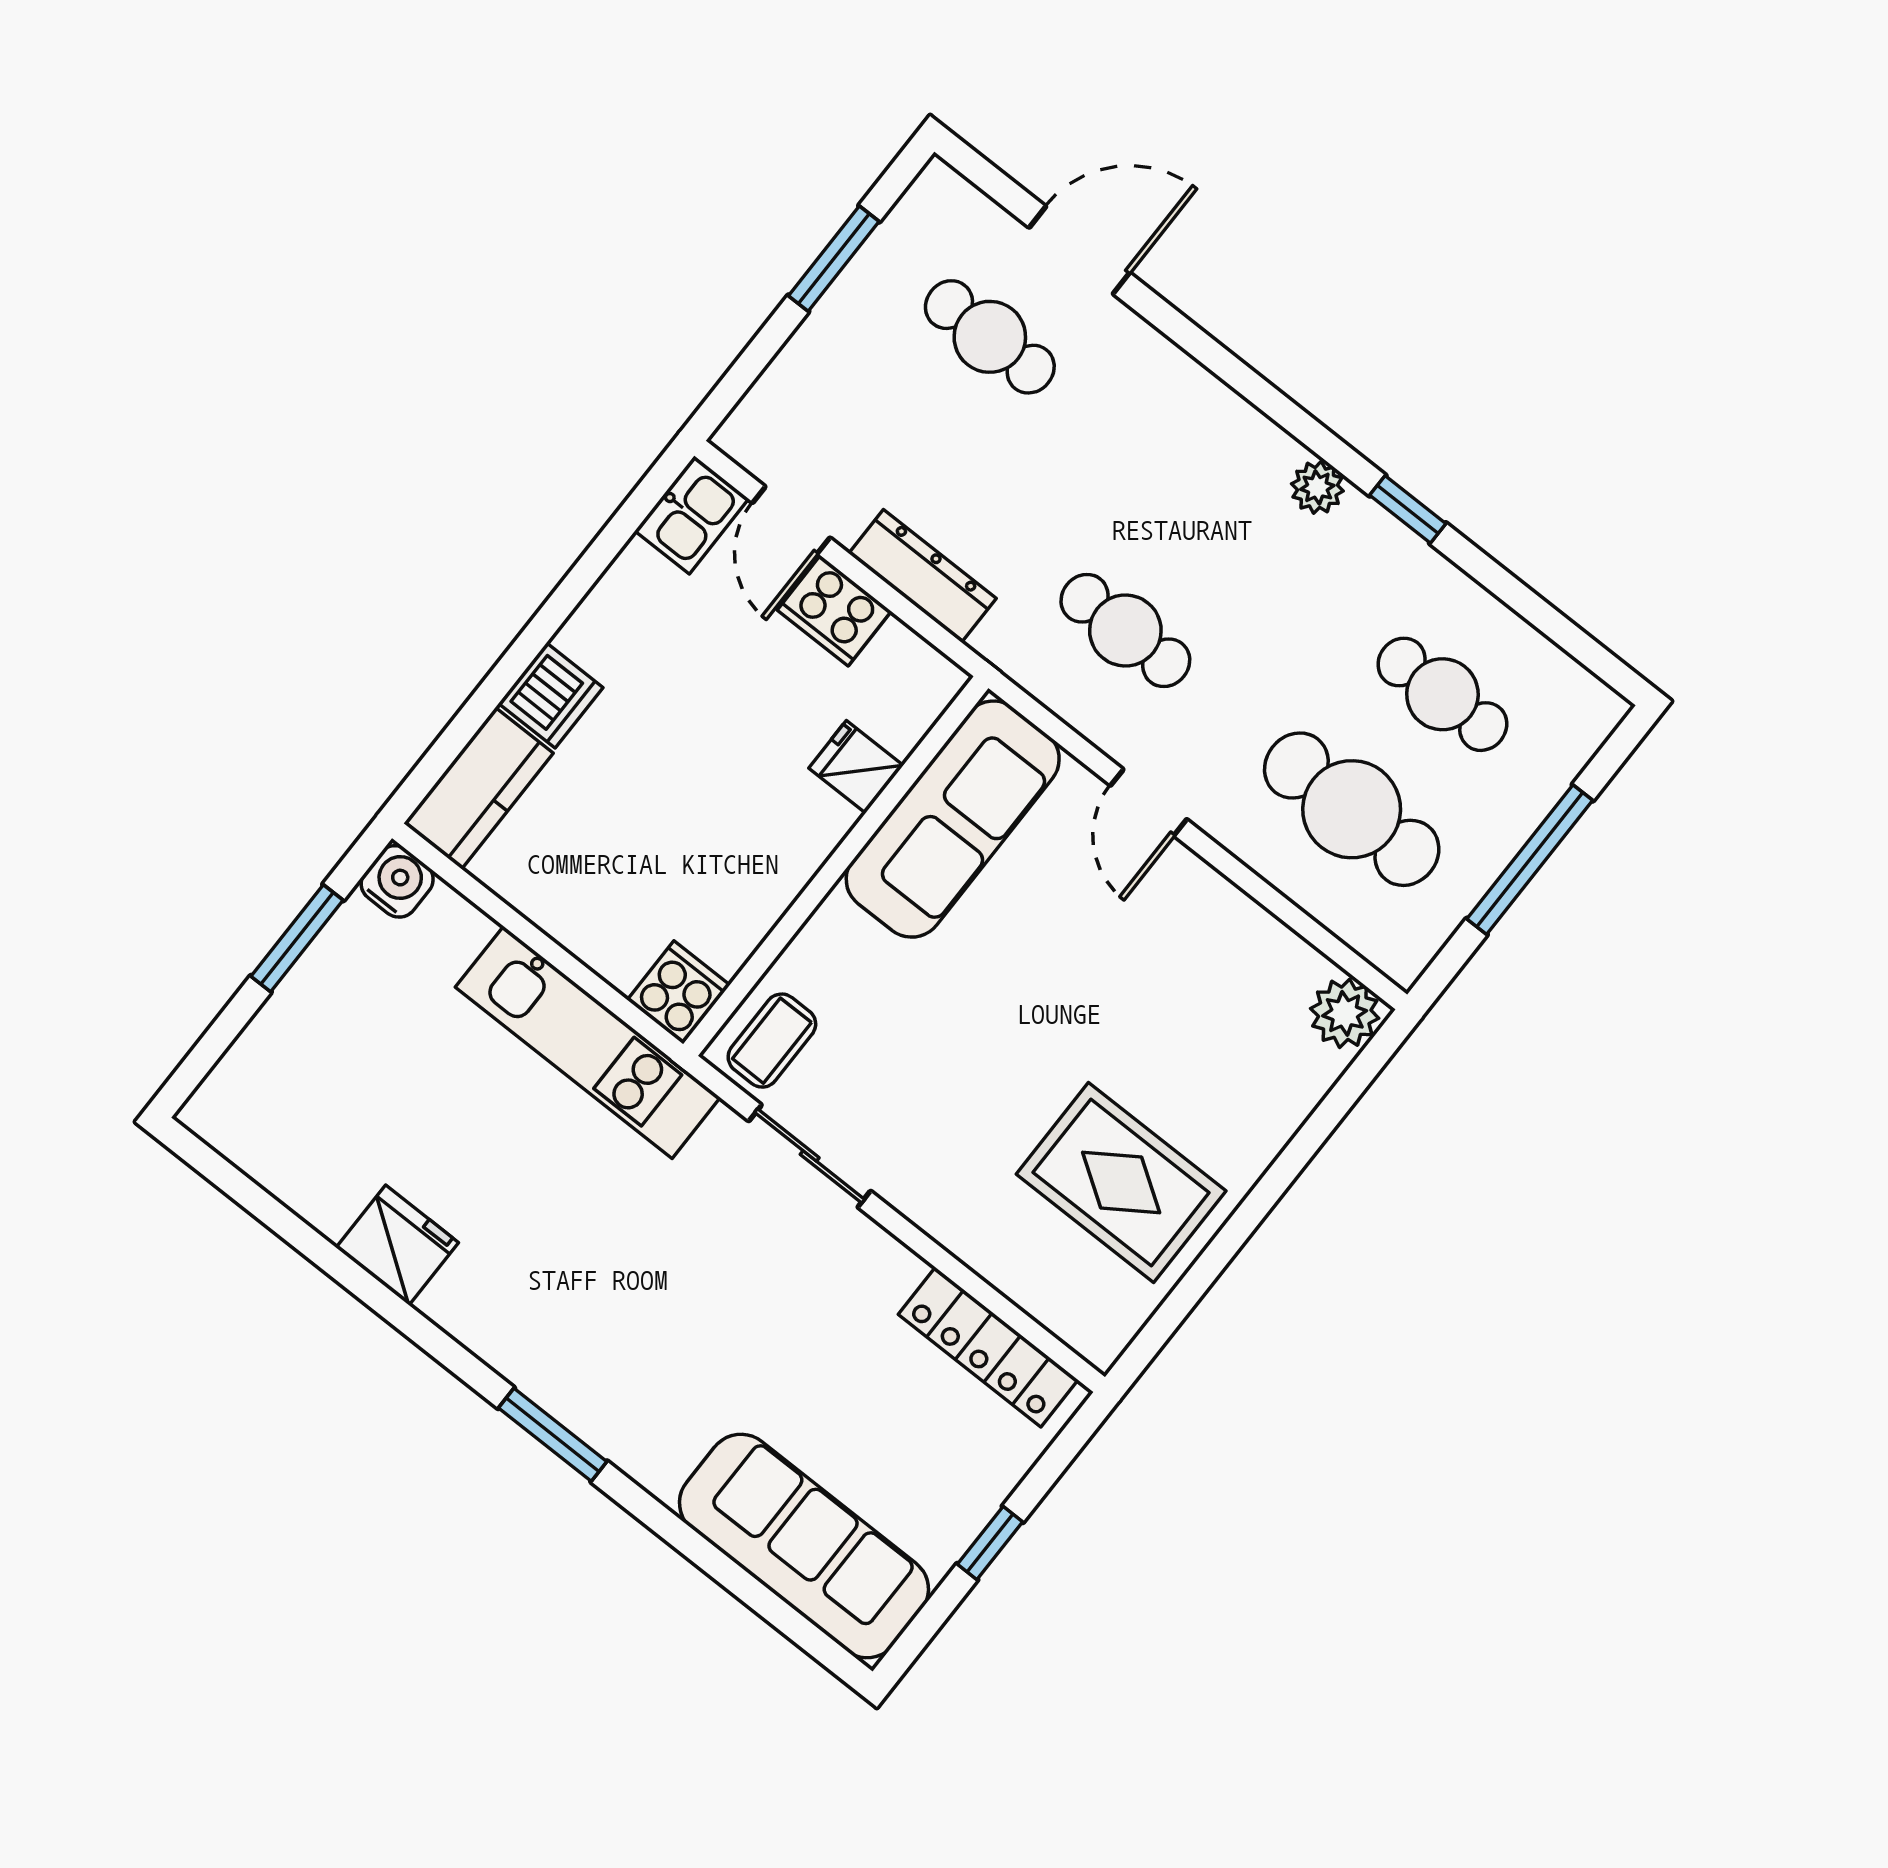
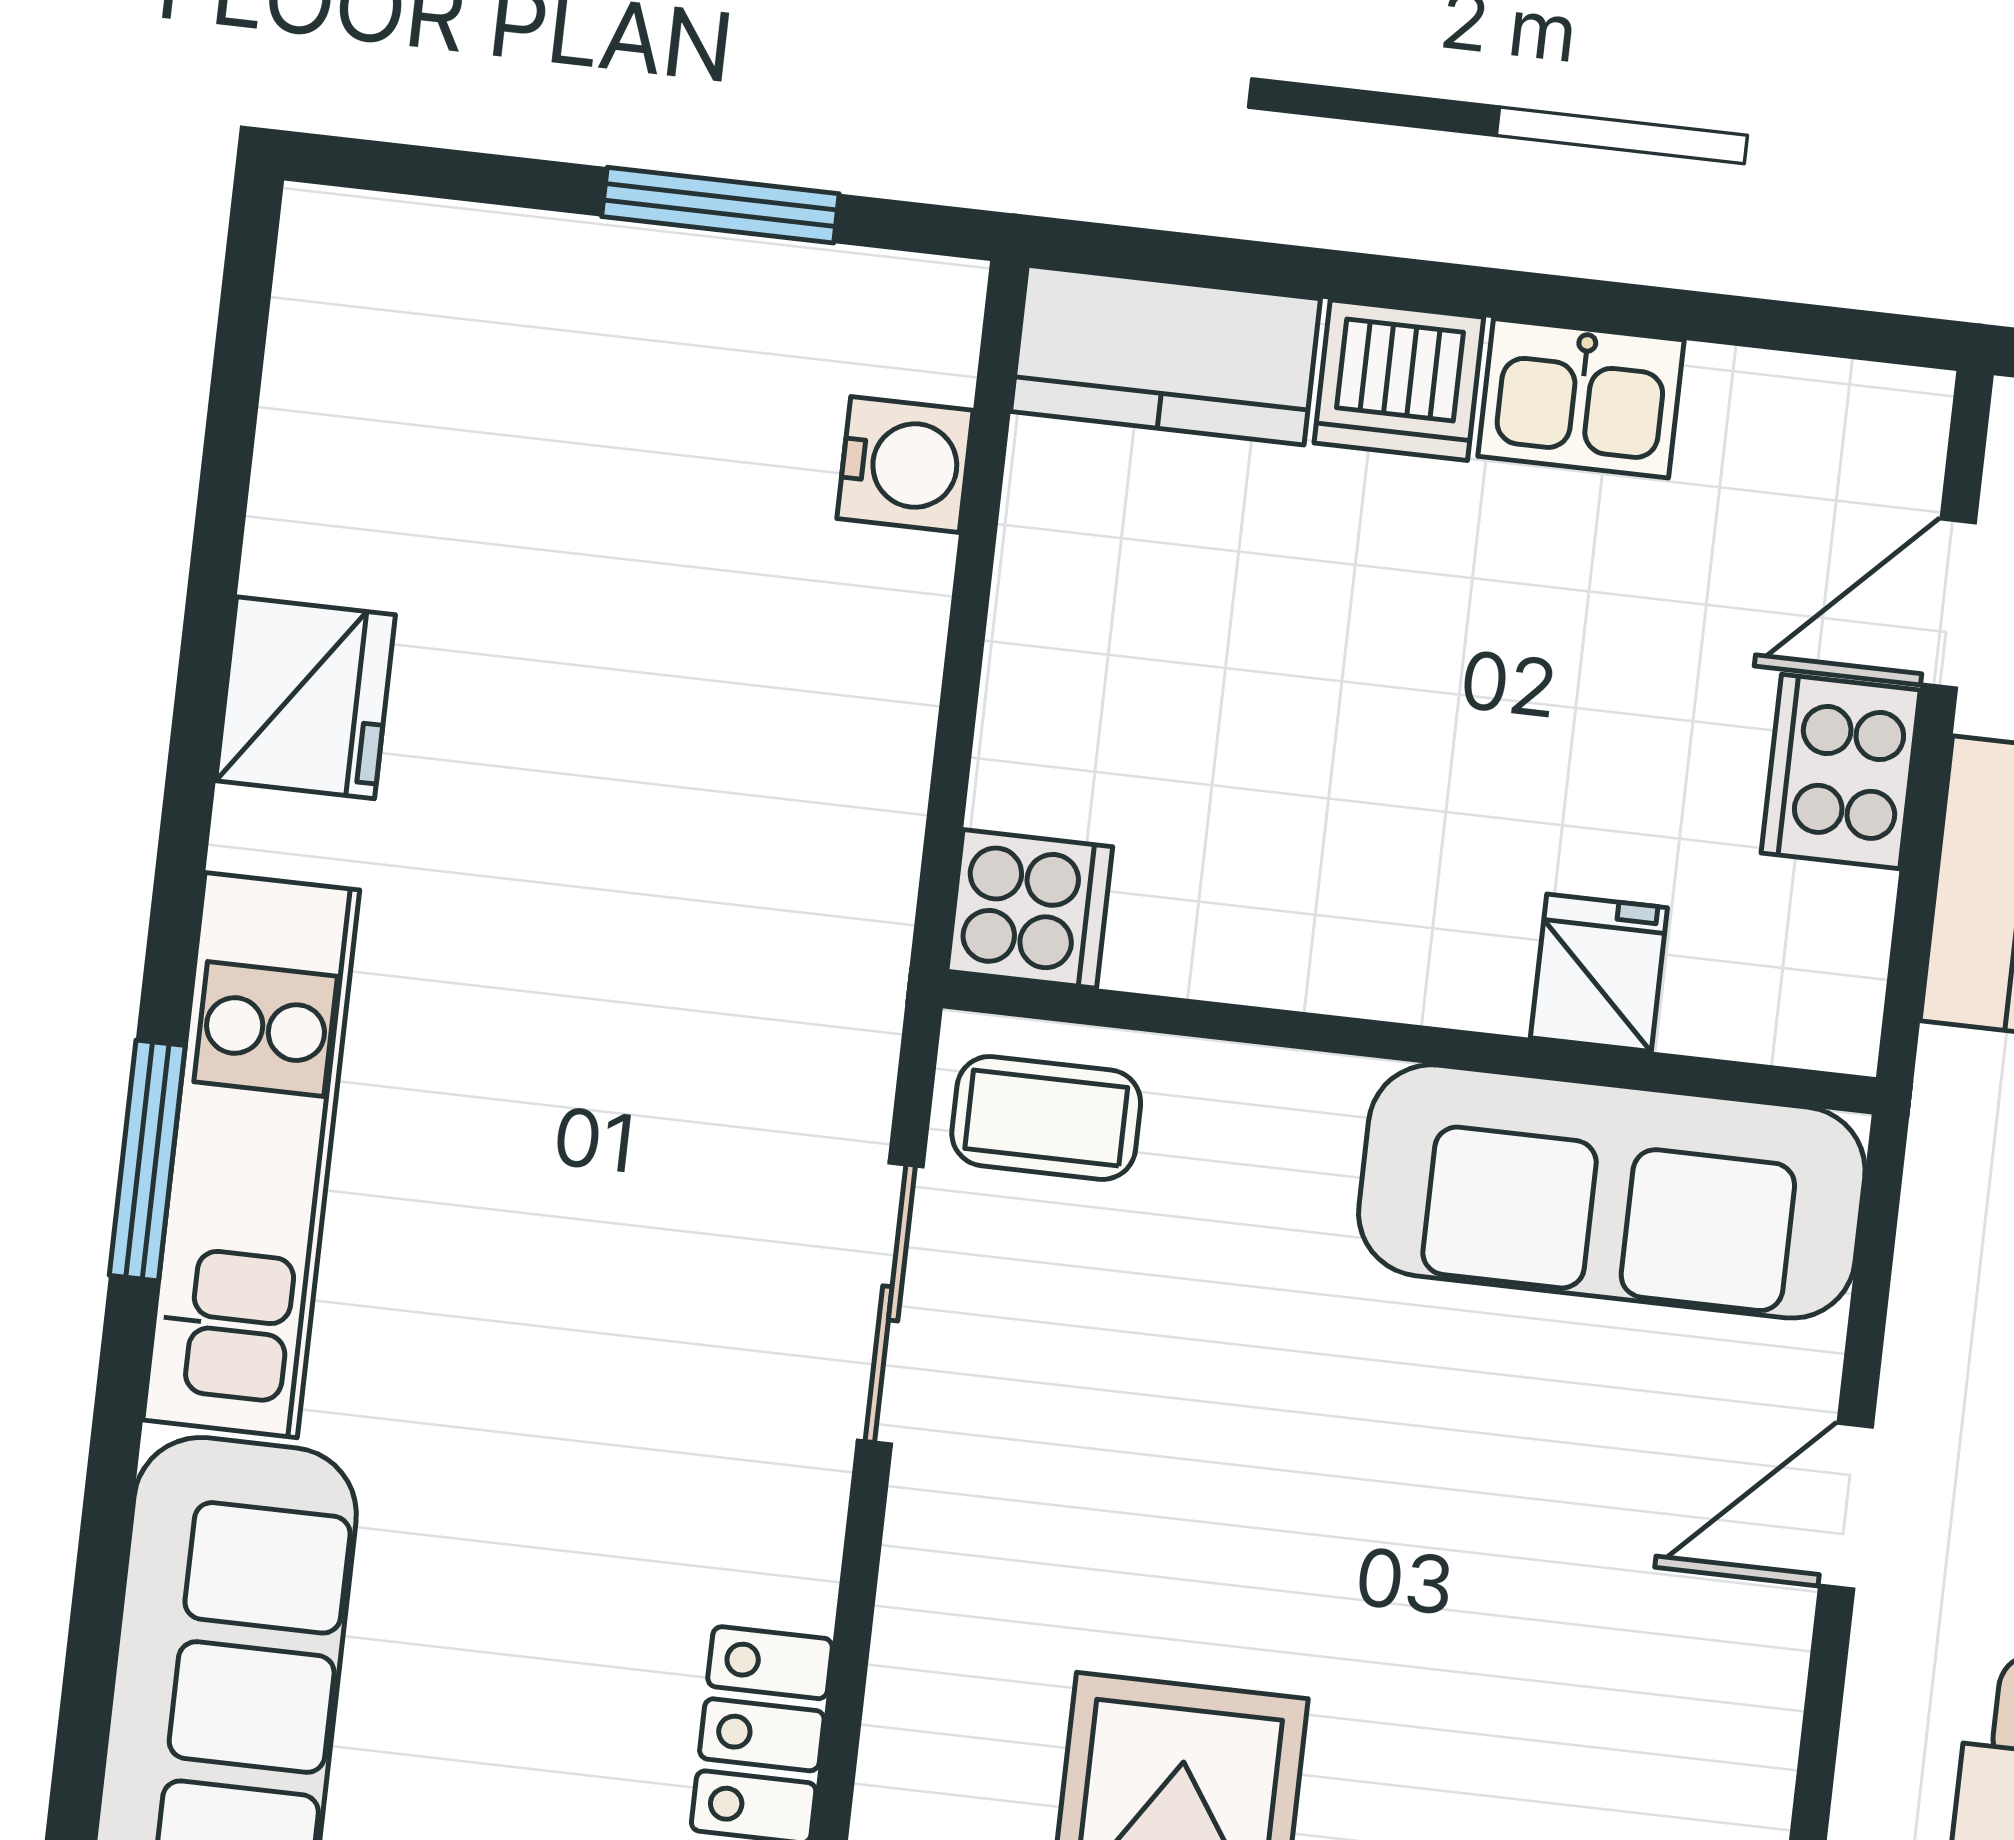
kitchen sink: (692, 515) -> (1581, 398), moved
water cooler: (397, 881) -> (905, 464), moved
kitchen unit: (588, 1042) -> (251, 1155), moved, turned 180

